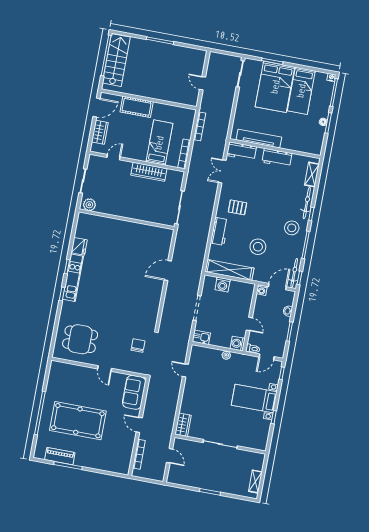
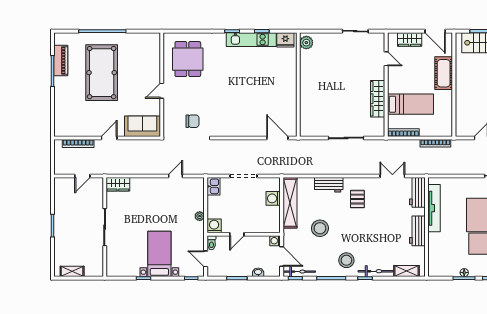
plant: (89, 205) -> (306, 43), moved
wall: (127, 219) -> (298, 85), moved

